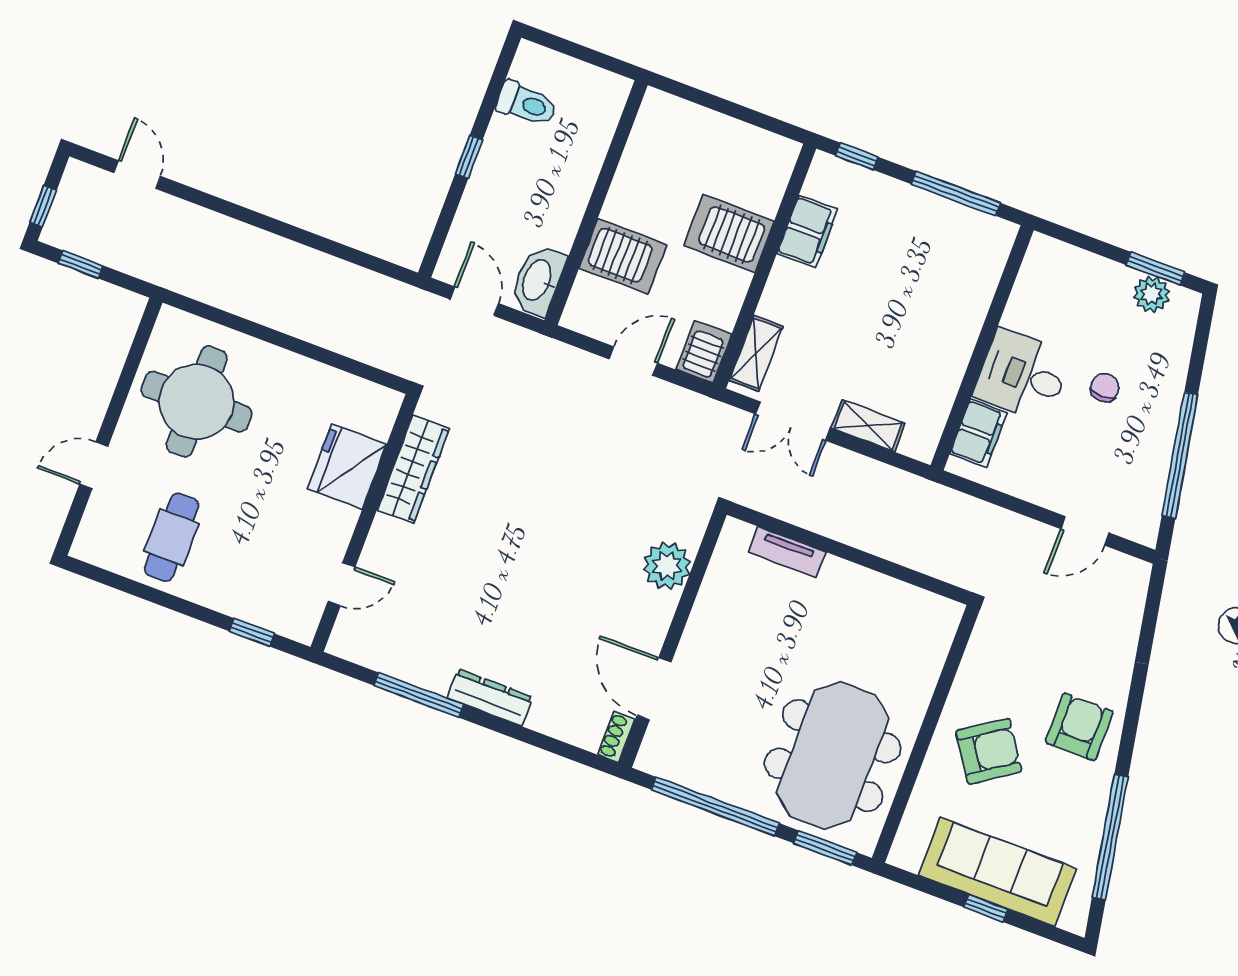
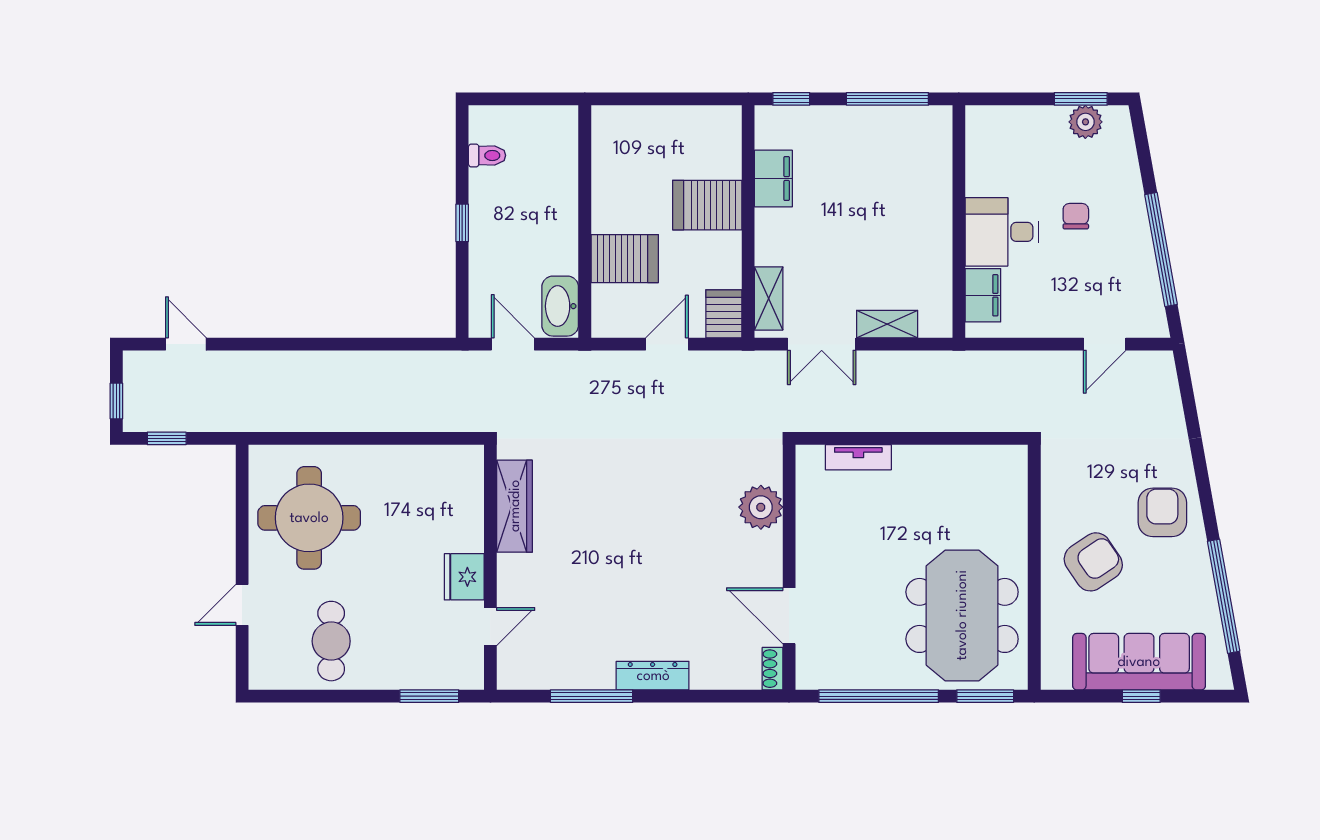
toilet: (527, 104) -> (487, 155), width x0.73, depth x0.72
fridge: (347, 467) -> (464, 577), moved, width x0.73, depth x0.75
window: (252, 632) -> (429, 696), width x1.50

